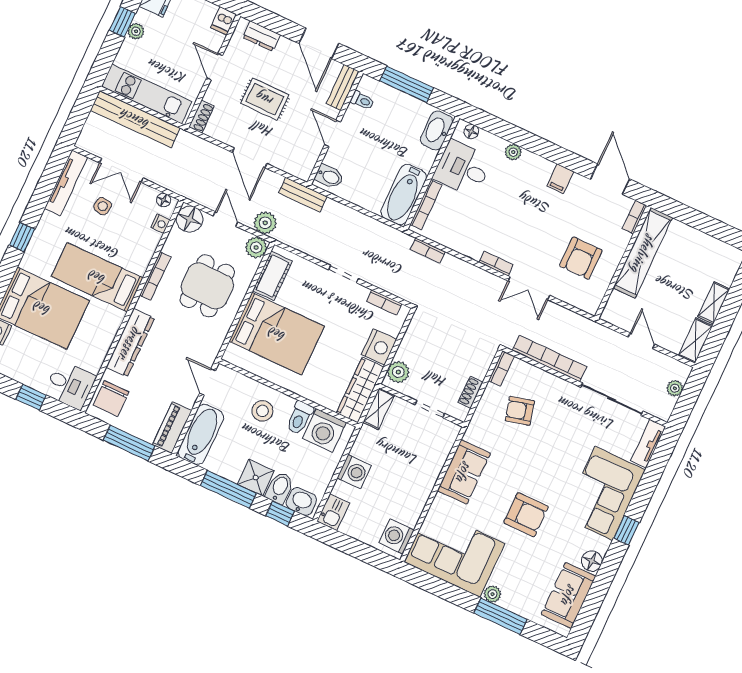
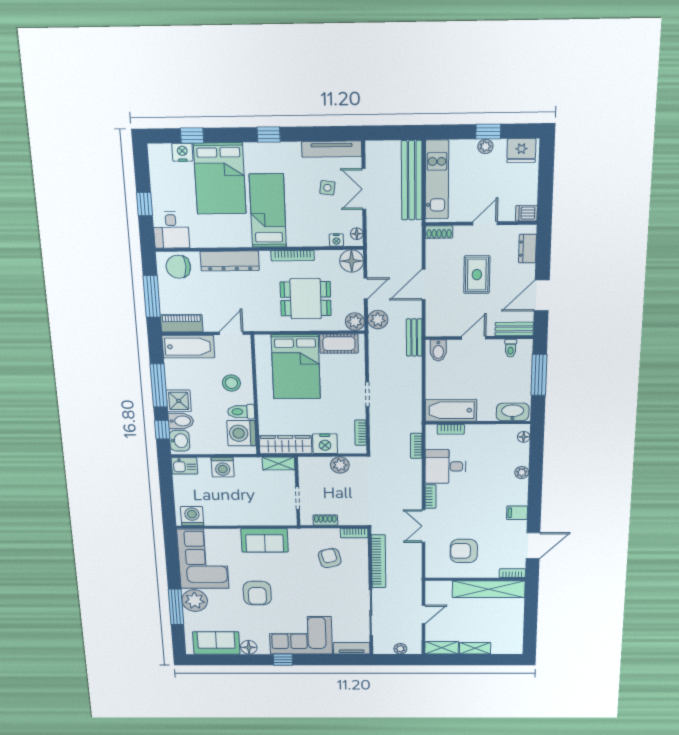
desk: (463, 168) -> (445, 466), moved, turned -90
bookcase: (426, 205) -> (451, 429), width x0.64
plant: (398, 372) -> (340, 465), moved
plant: (493, 594) -> (195, 601), width x1.88, depth x1.88

